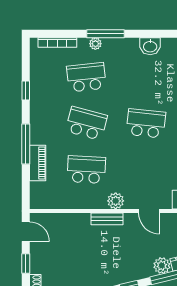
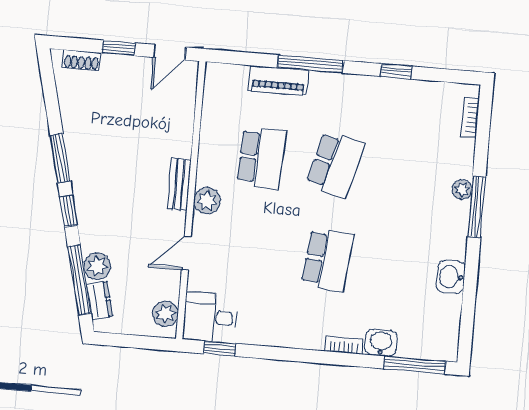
bookcase: (57, 43) -> (470, 117), width x0.64
school desk: (86, 77) -> (409, 170), removed

